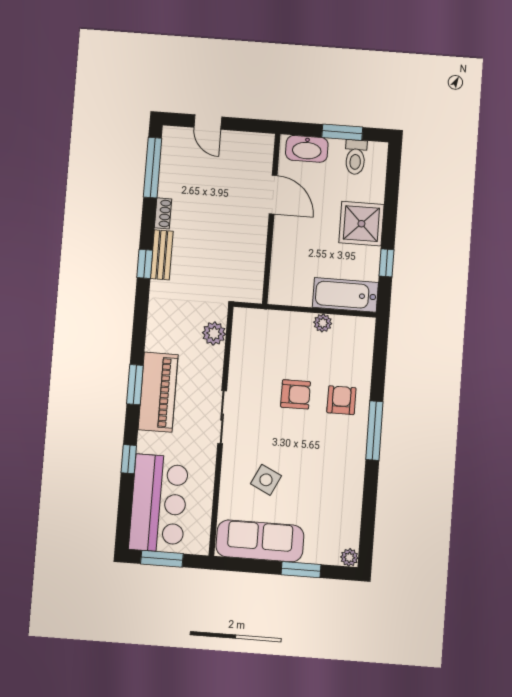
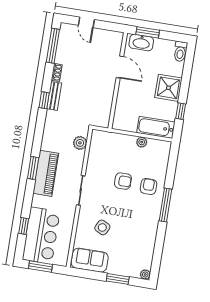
window: (342, 132) -> (148, 32), moved
toilet: (356, 157) -> (180, 52), moved
window: (129, 459) -> (24, 226), moved
sofa: (260, 541) -> (90, 260), width x0.73

